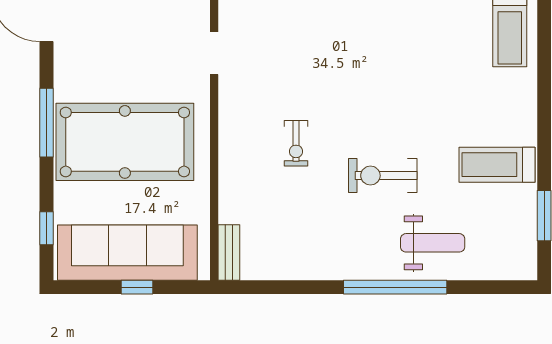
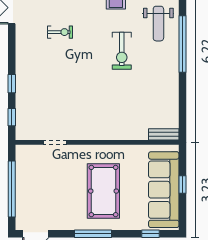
pool table: (125, 142) -> (103, 191), width x0.73, depth x0.76
exercise bike: (296, 143) -> (60, 32), moved
weight bench: (433, 243) -> (158, 24), turned 180

